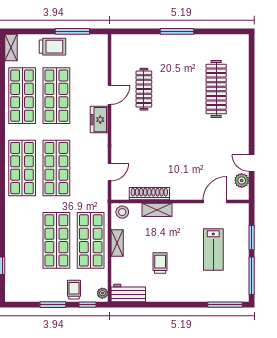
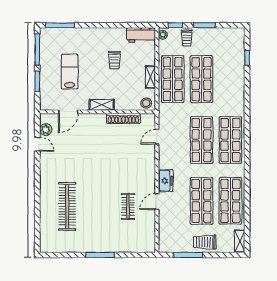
clothes rail: (144, 89) -> (128, 206), width x0.73
shelving: (157, 210) -> (102, 105), moved

